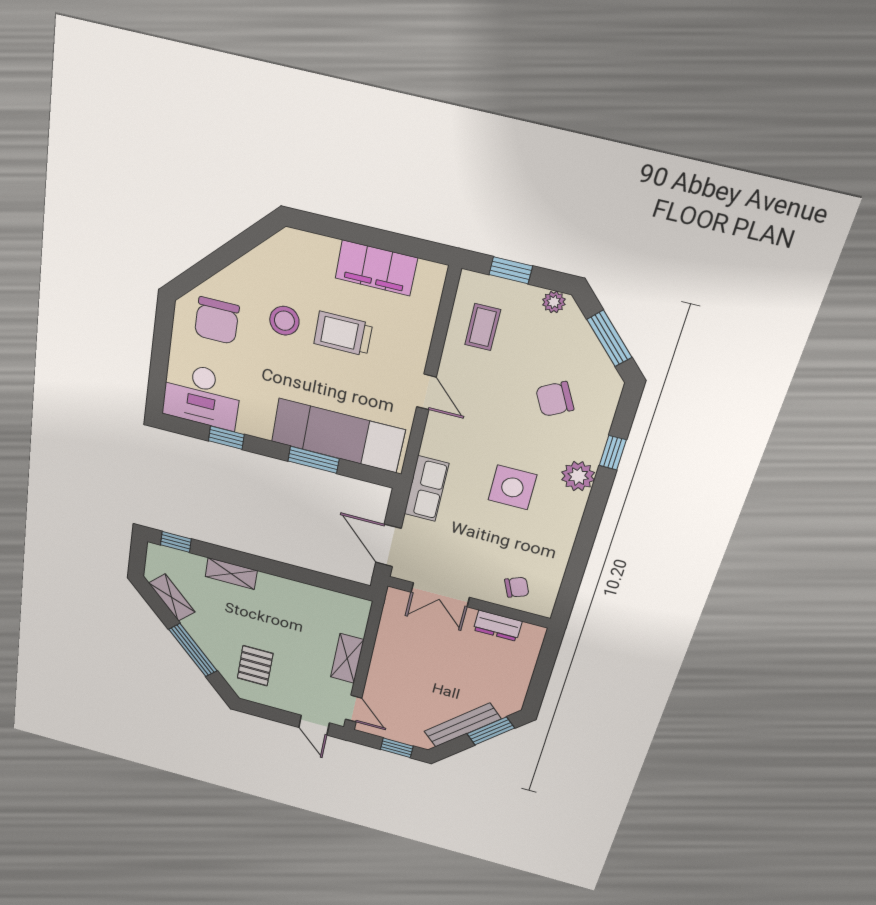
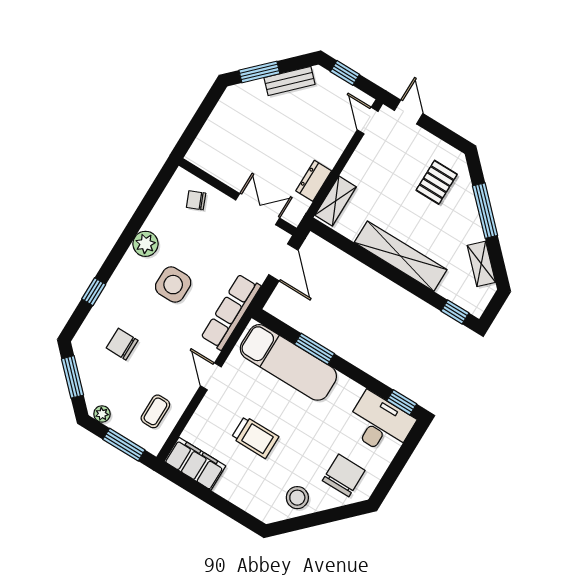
filing cabinet: (376, 268) -> (195, 464), moved
window: (511, 270) -> (124, 445), width x1.50
stool: (284, 321) -> (297, 498), moved
chair: (555, 399) -> (122, 344), turned -152
window: (226, 438) -> (402, 402), moved
plant: (578, 476) -> (145, 244), moved
row of seats: (426, 489) -> (231, 312), width x1.48
shelving: (231, 574) -> (401, 256), width x2.20, depth x1.33
dresser: (498, 626) -> (314, 181), moved, turned -90
shelving: (347, 658) -> (336, 201), moved
bench: (462, 725) -> (289, 81), width x0.73

